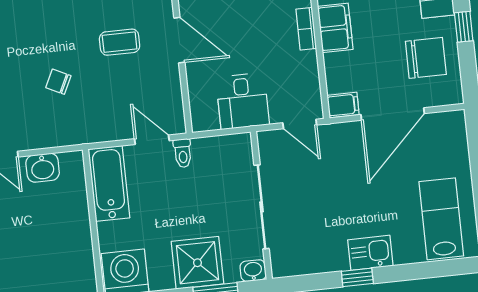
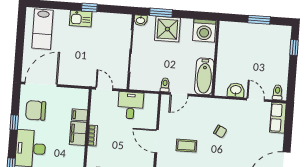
filing cabinet: (343, 105) -> (80, 115), moved
door: (393, 114) -> (41, 84), moved
door: (152, 140) -> (179, 94), hinge flipped

